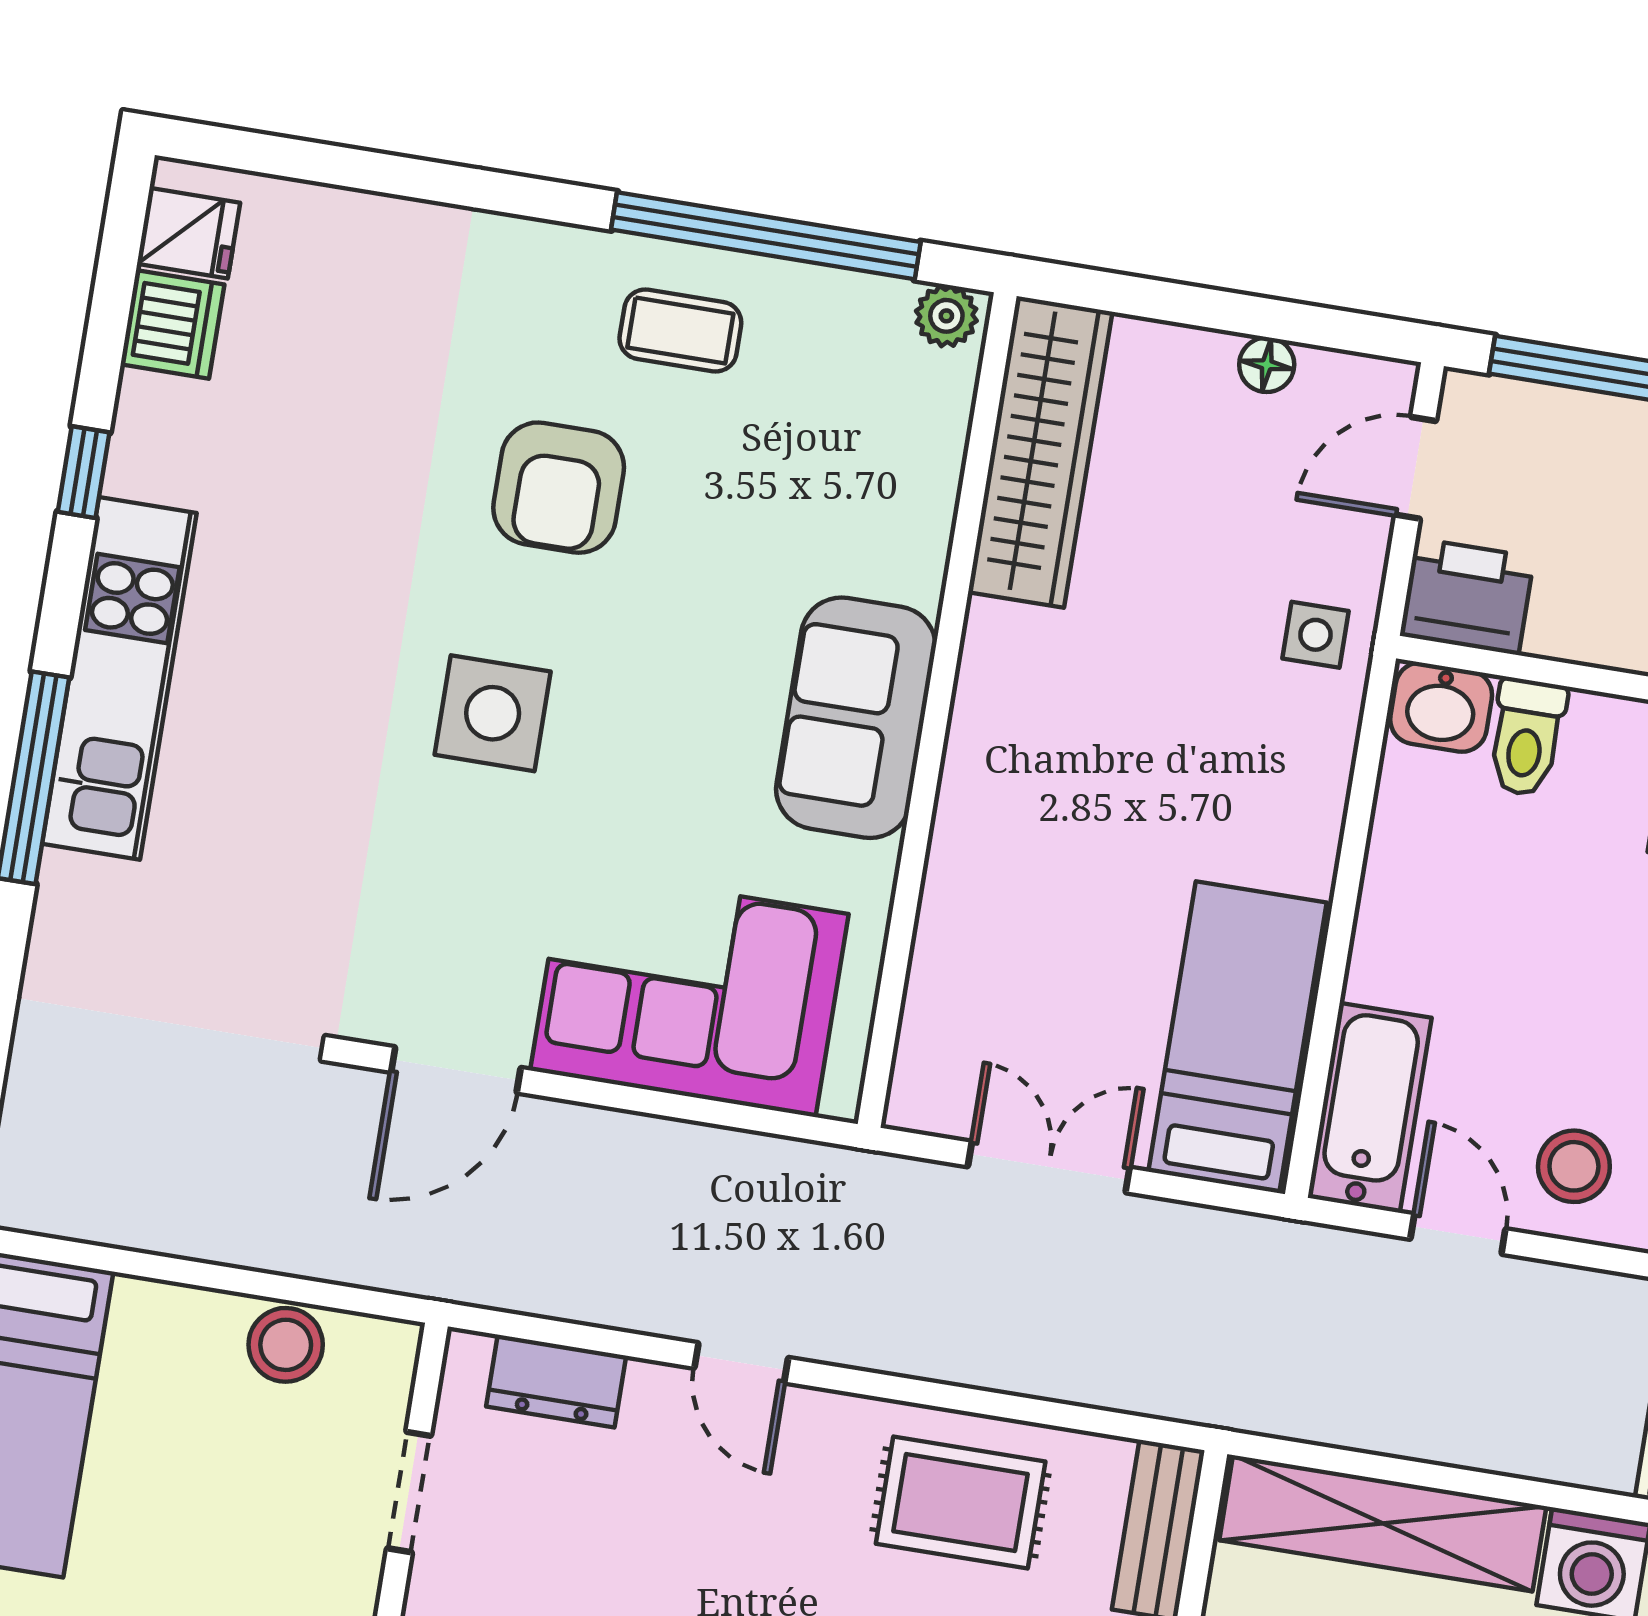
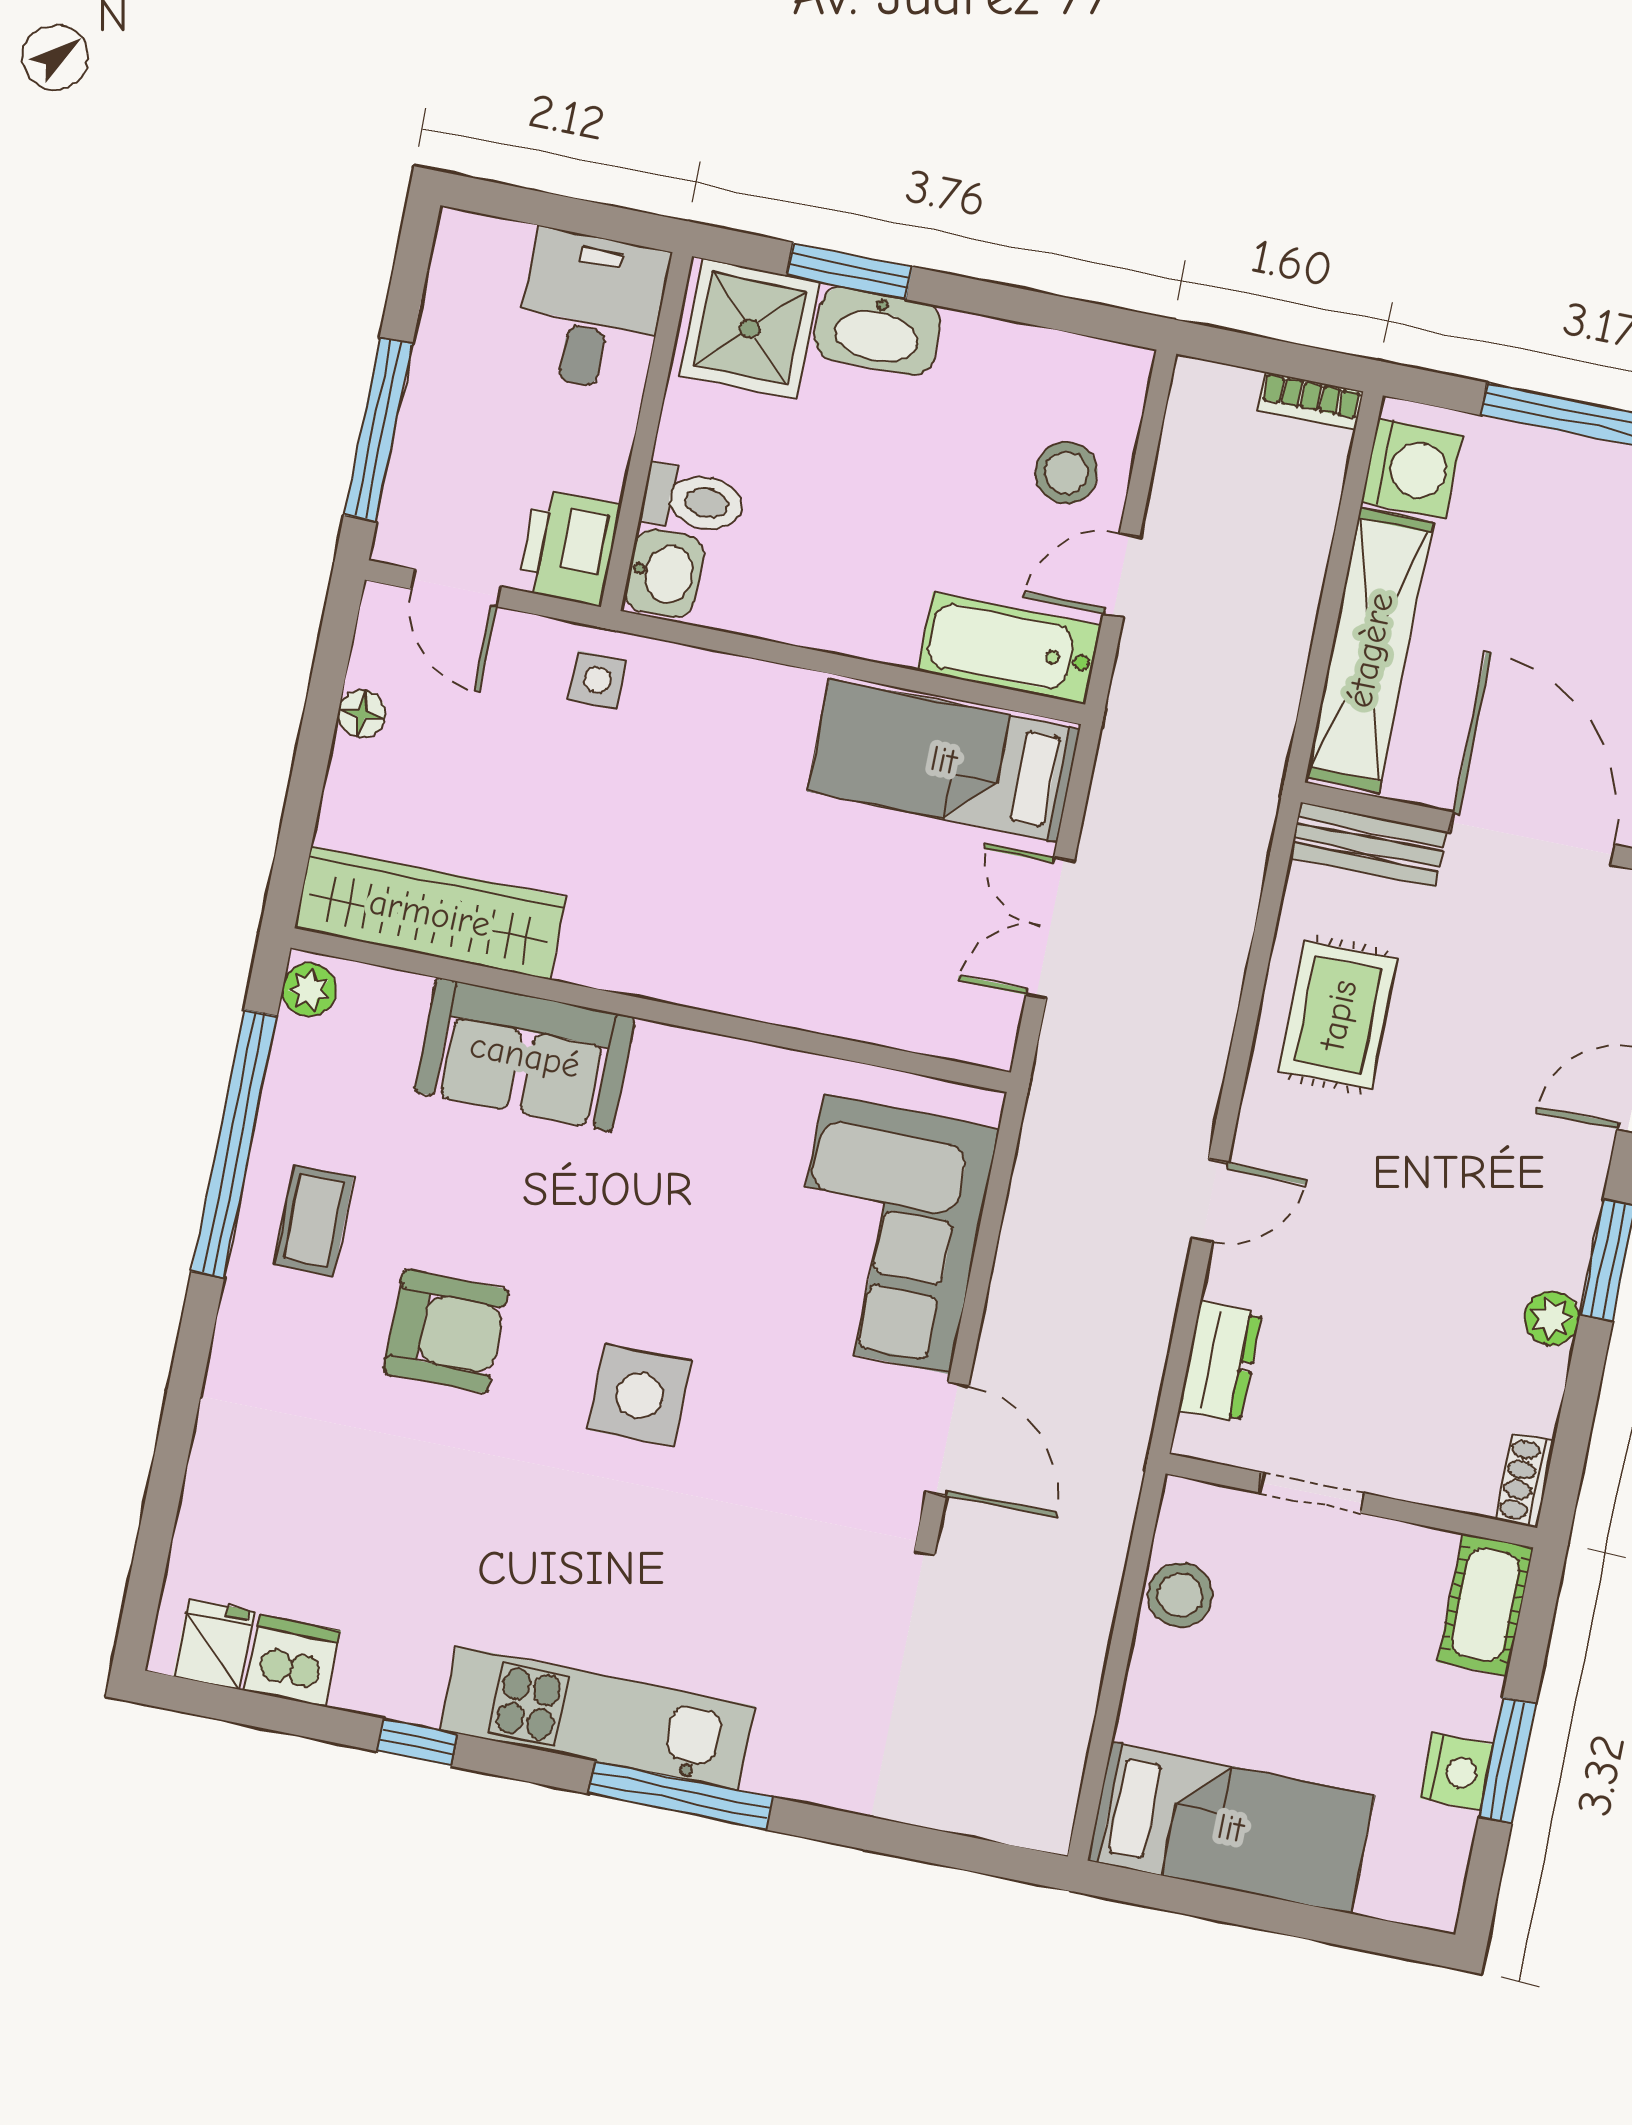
sofa: (856, 718) -> (525, 1055), moved

